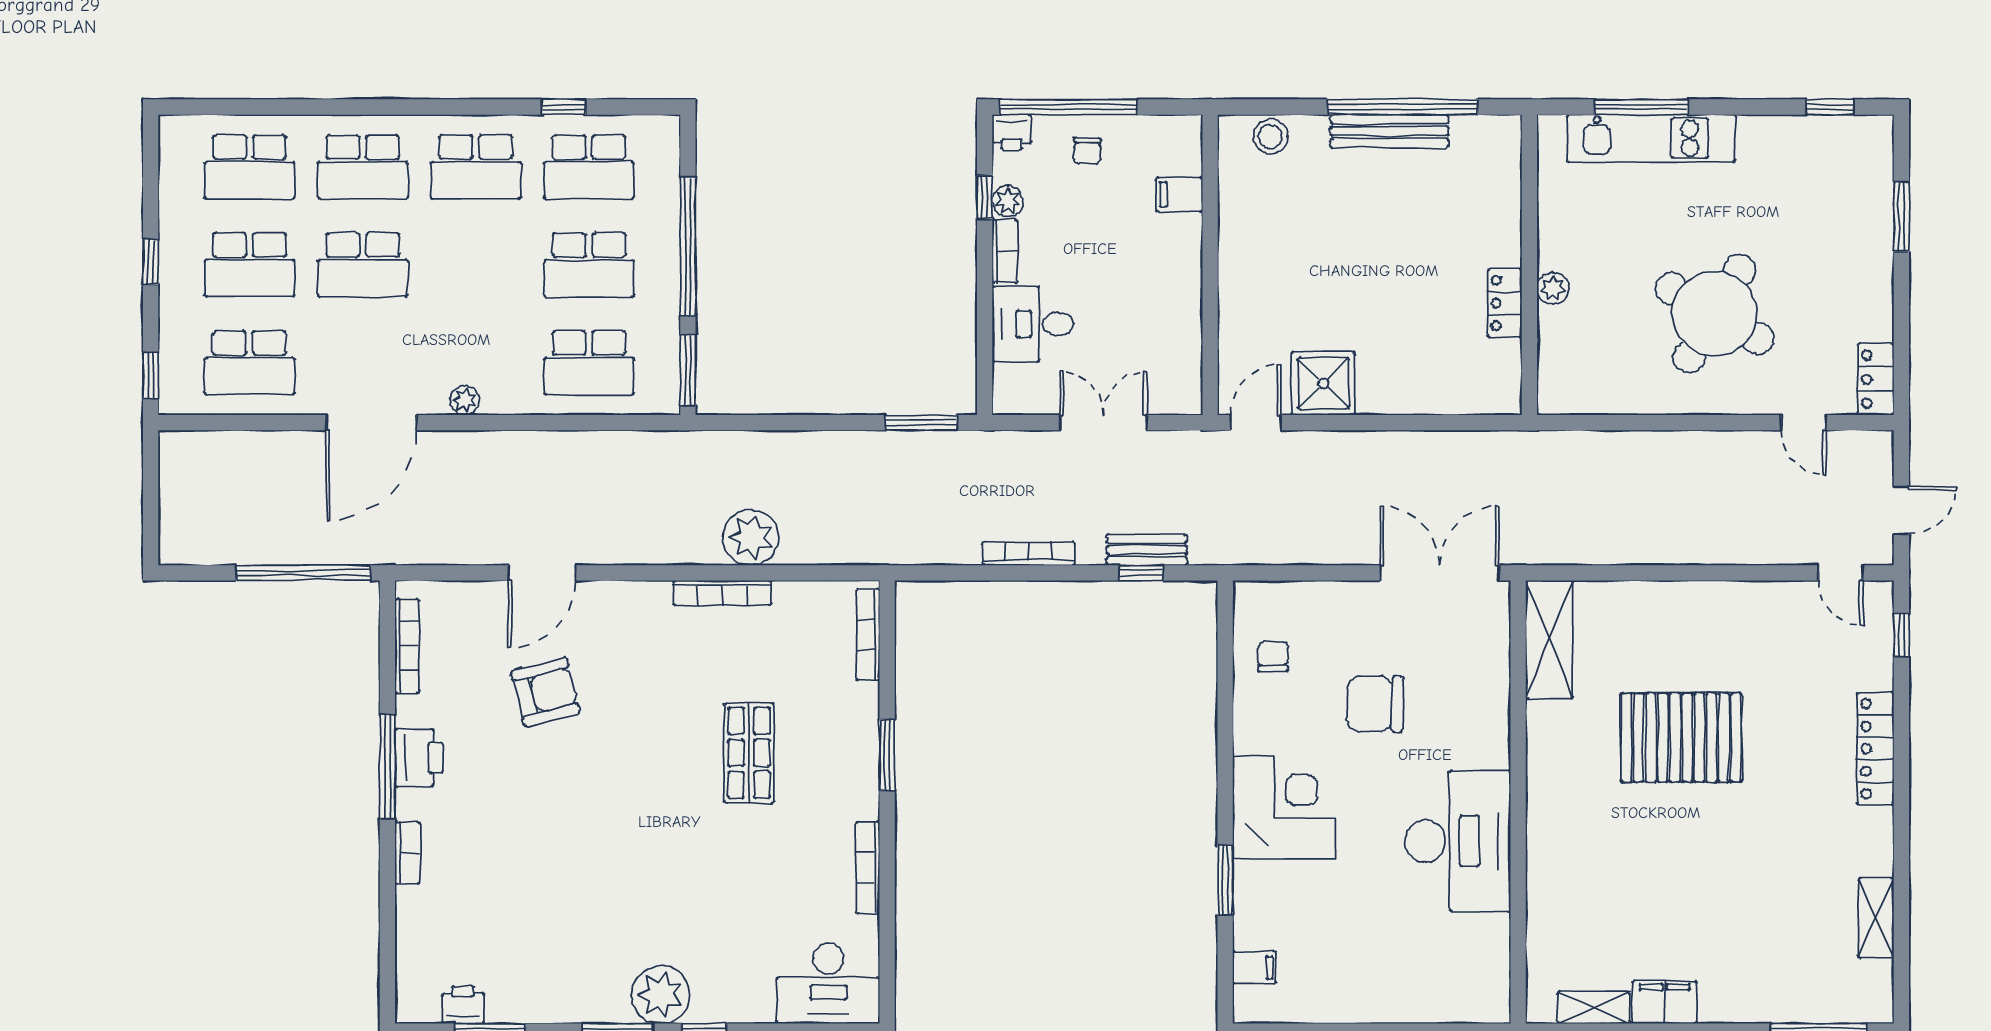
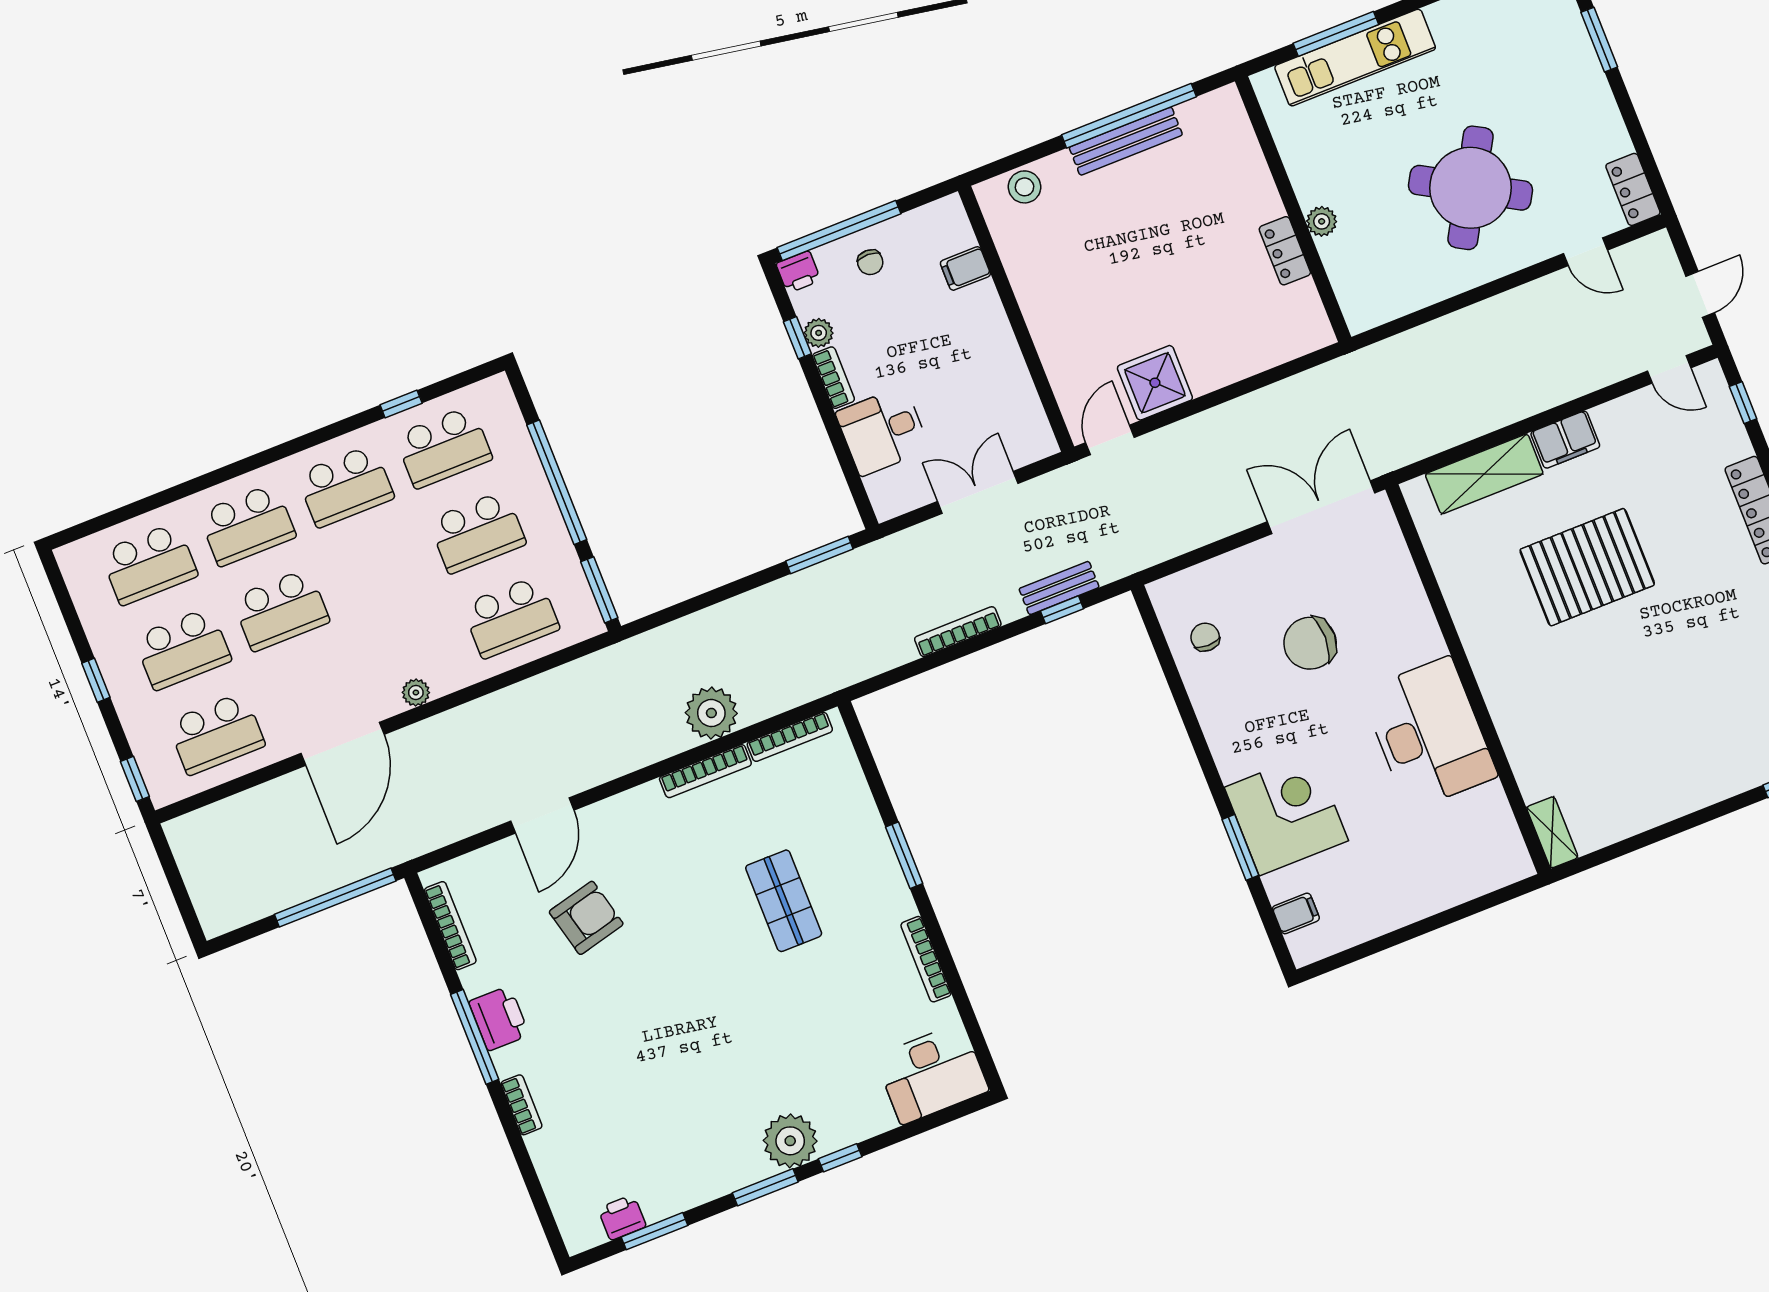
bookcase: (868, 635) -> (790, 737), moved, turned -90
shelving: (1549, 640) -> (1484, 474), moved, turned 90
corner desk: (1284, 807) -> (1286, 814), moved
filing cabinet: (1665, 1002) -> (1565, 440), moved, turned 180
shelving: (1594, 1008) -> (1552, 832), moved, turned 90

